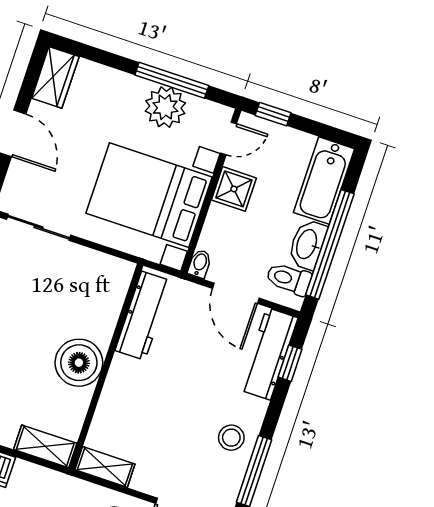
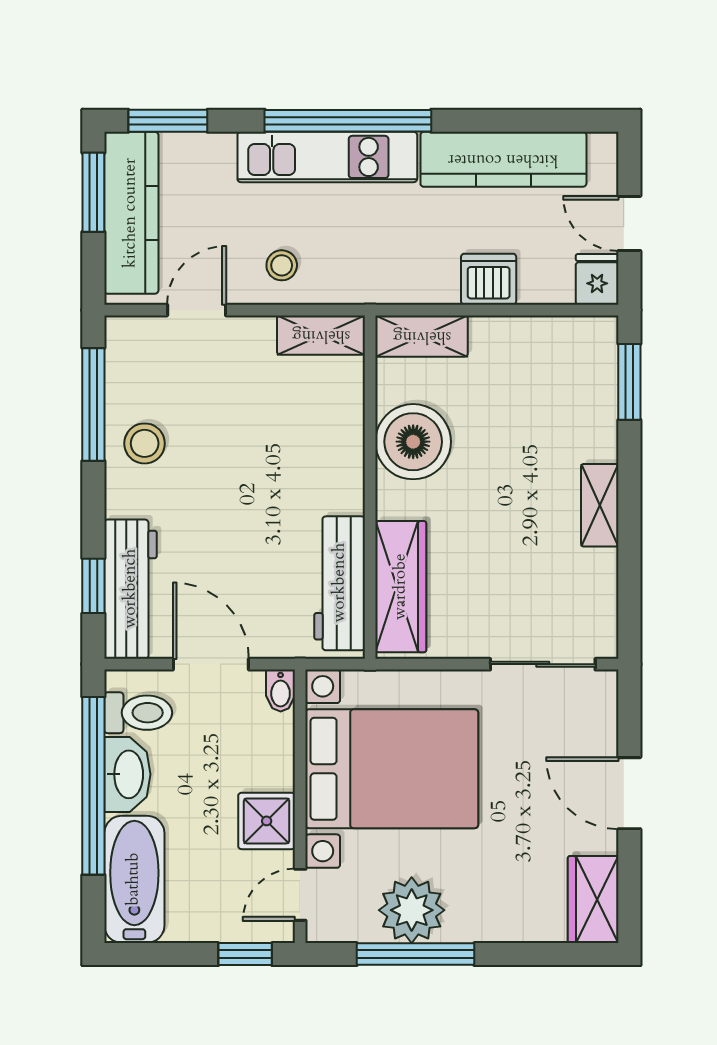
wardrobe: (107, 302) -> (401, 587), added
boiler: (79, 363) -> (413, 442), moved

